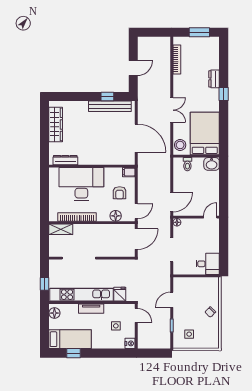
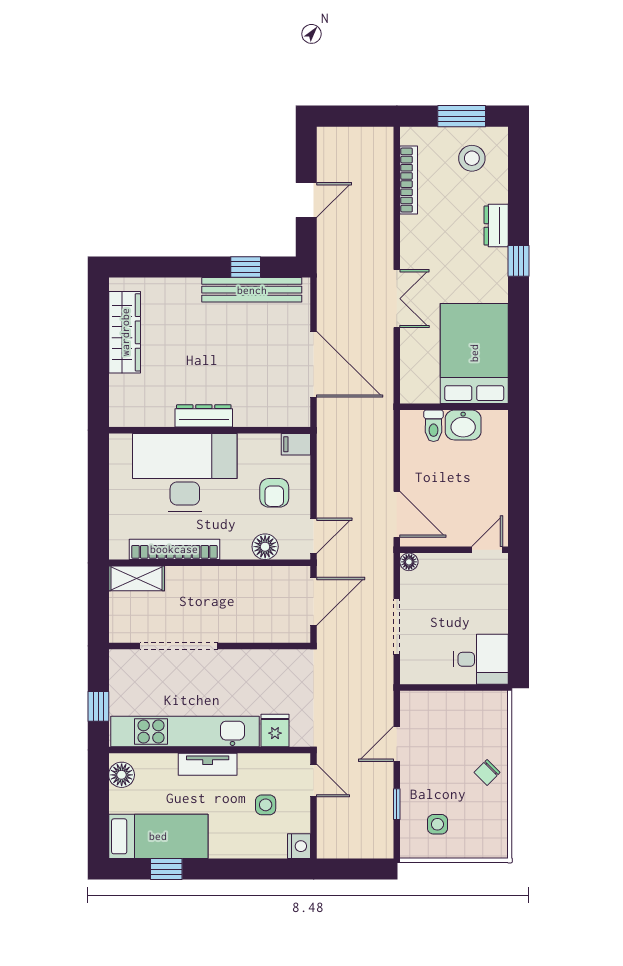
stool: (180, 145) -> (472, 158), moved
dresser: (65, 160) -> (204, 416), moved
washbasin: (212, 164) -> (463, 425), moved
door: (172, 202) -> (397, 514), hinge flipped

